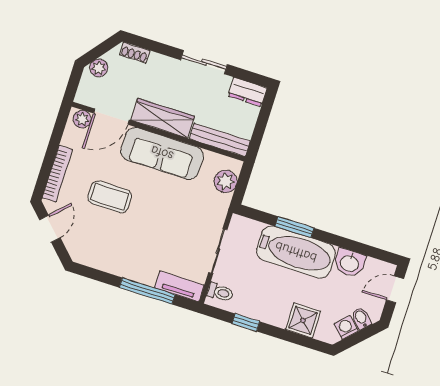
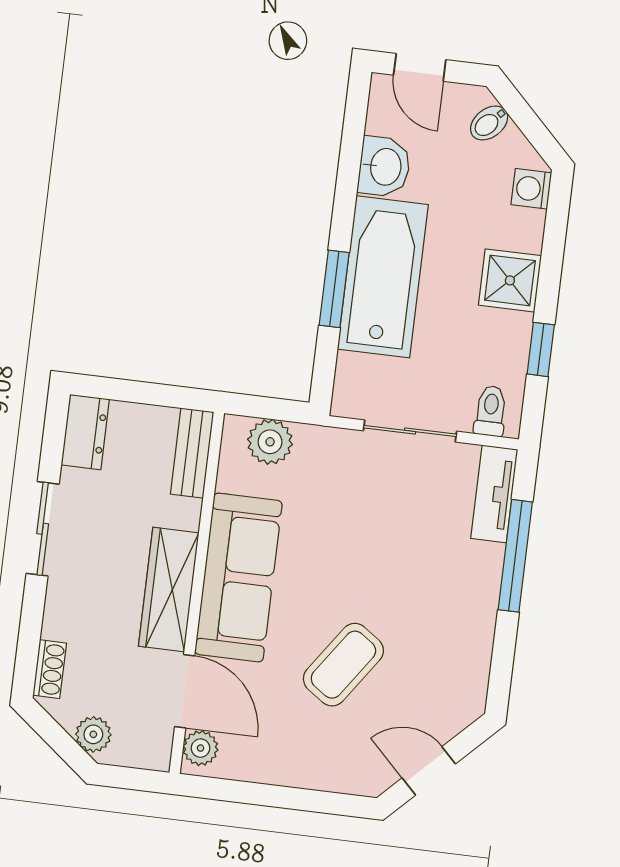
bench: (220, 140) -> (192, 453), width x0.73
bookcase: (57, 174) -> (317, 776), removed
coffee table: (110, 197) -> (343, 665), turned 35
shower: (303, 320) -> (510, 280), moved
washing machine: (346, 327) -> (531, 189), moved, turned 45

